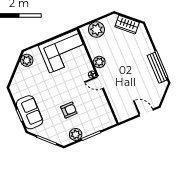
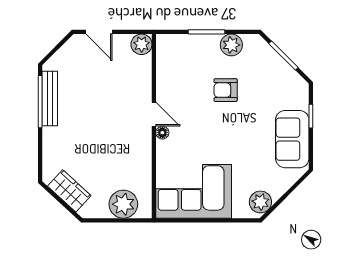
plant: (99, 62) -> (142, 44), moved
sofa: (30, 112) -> (292, 139), moved

